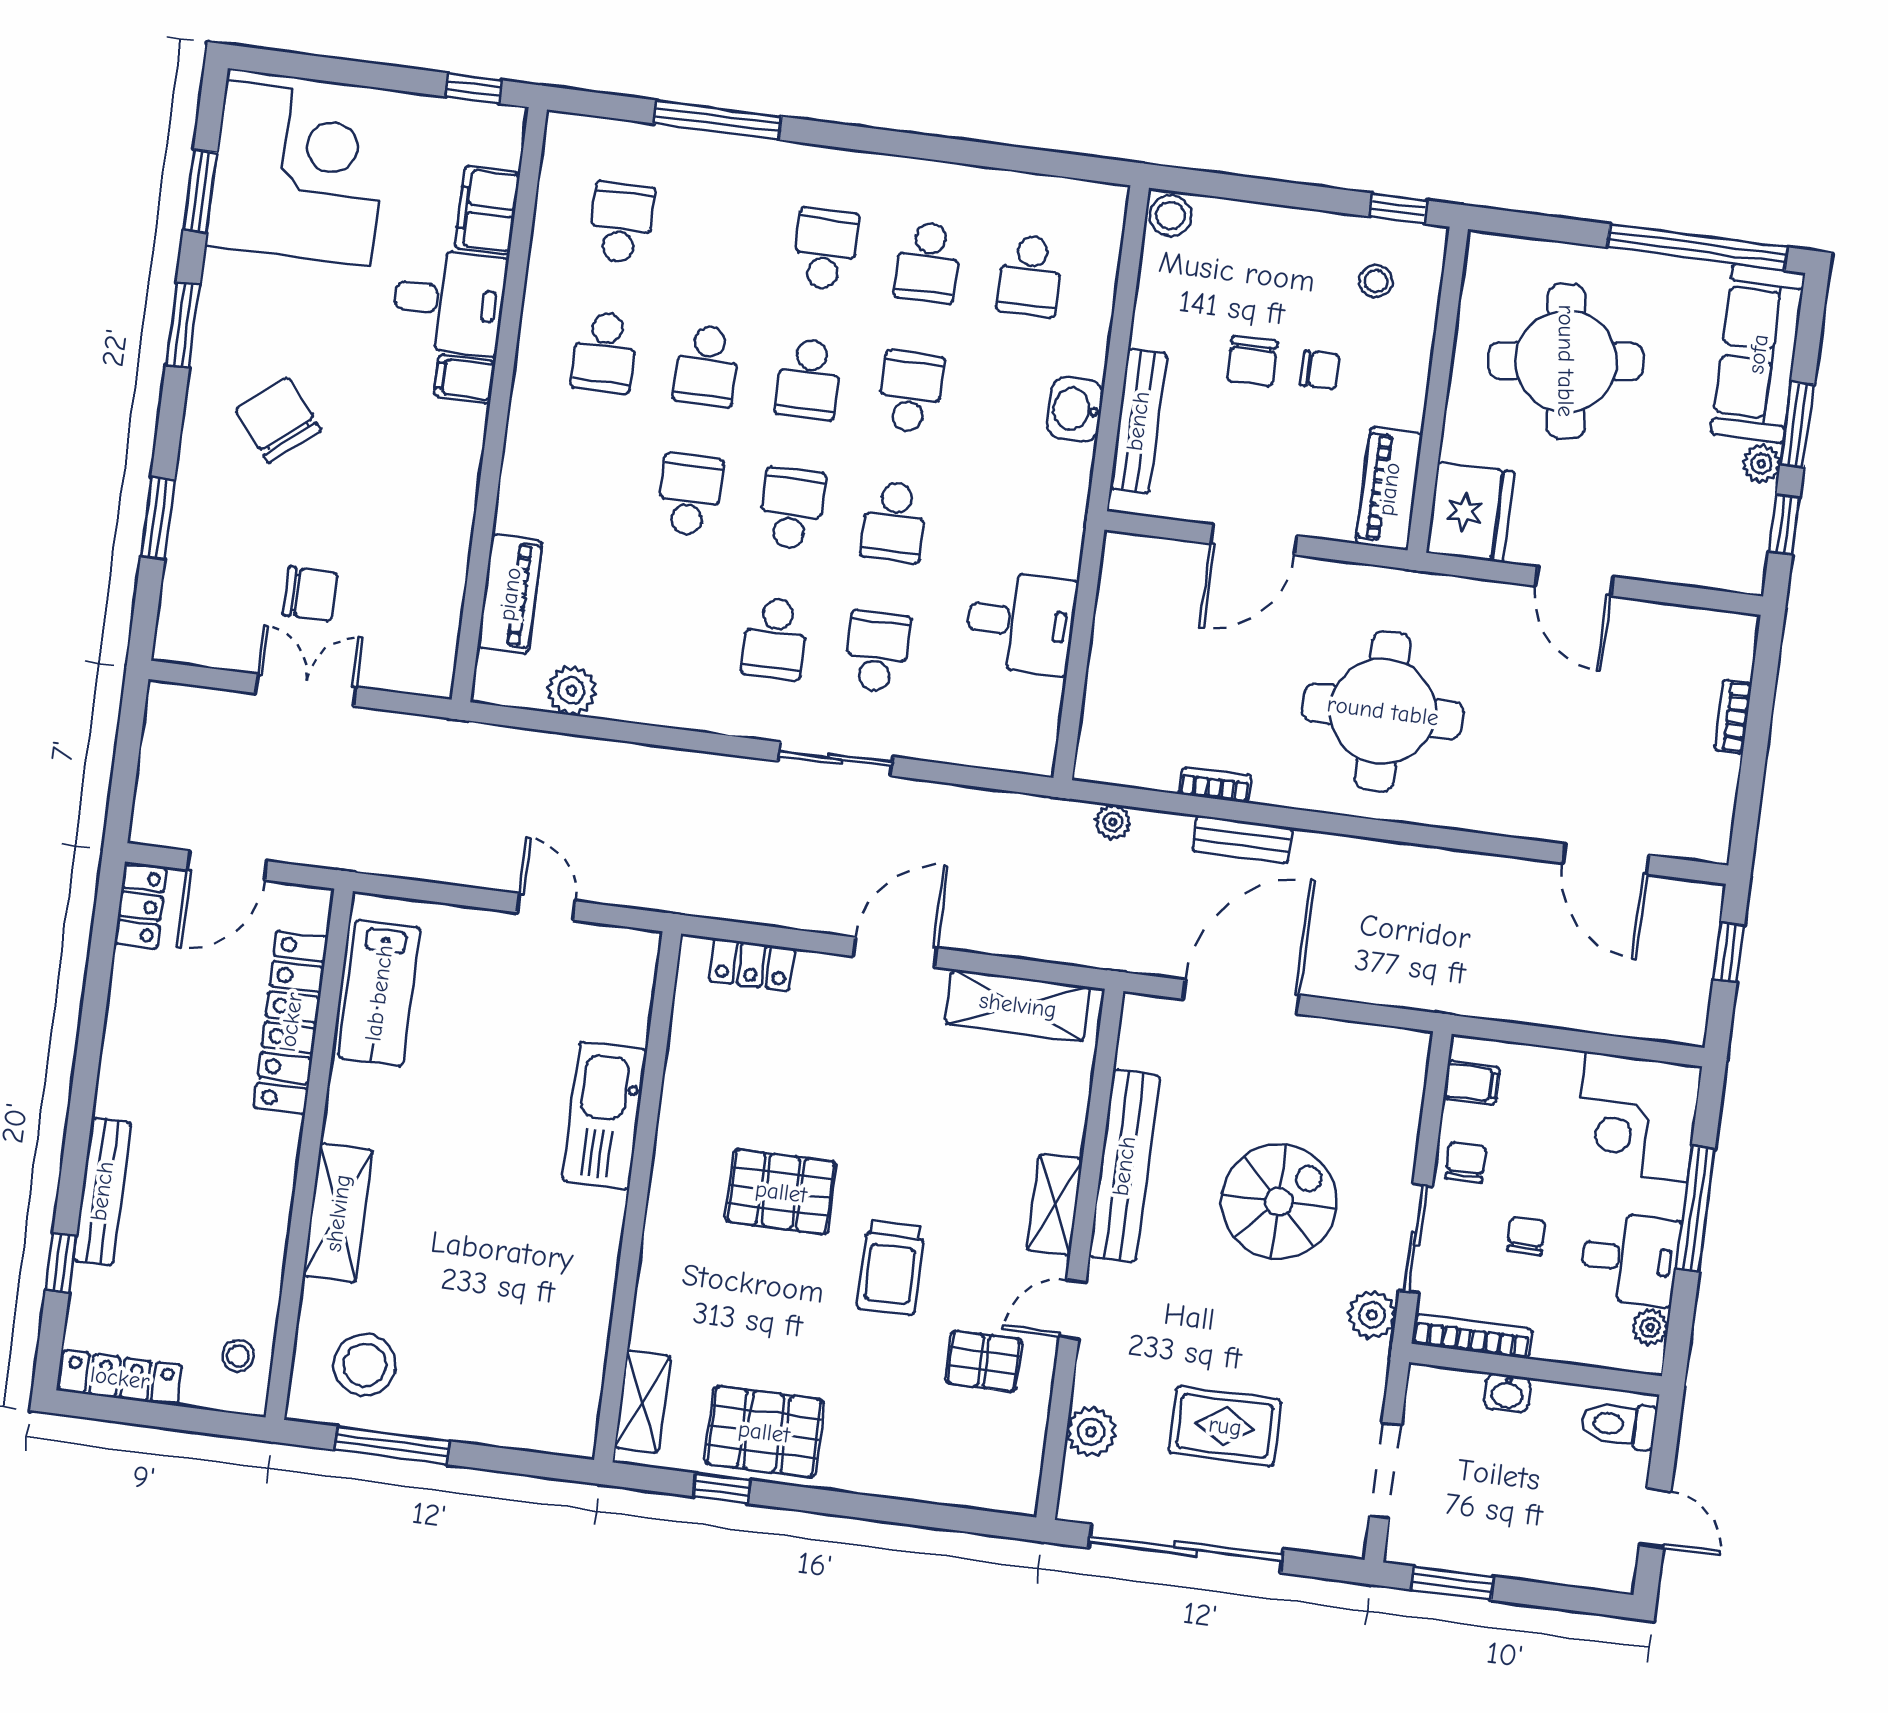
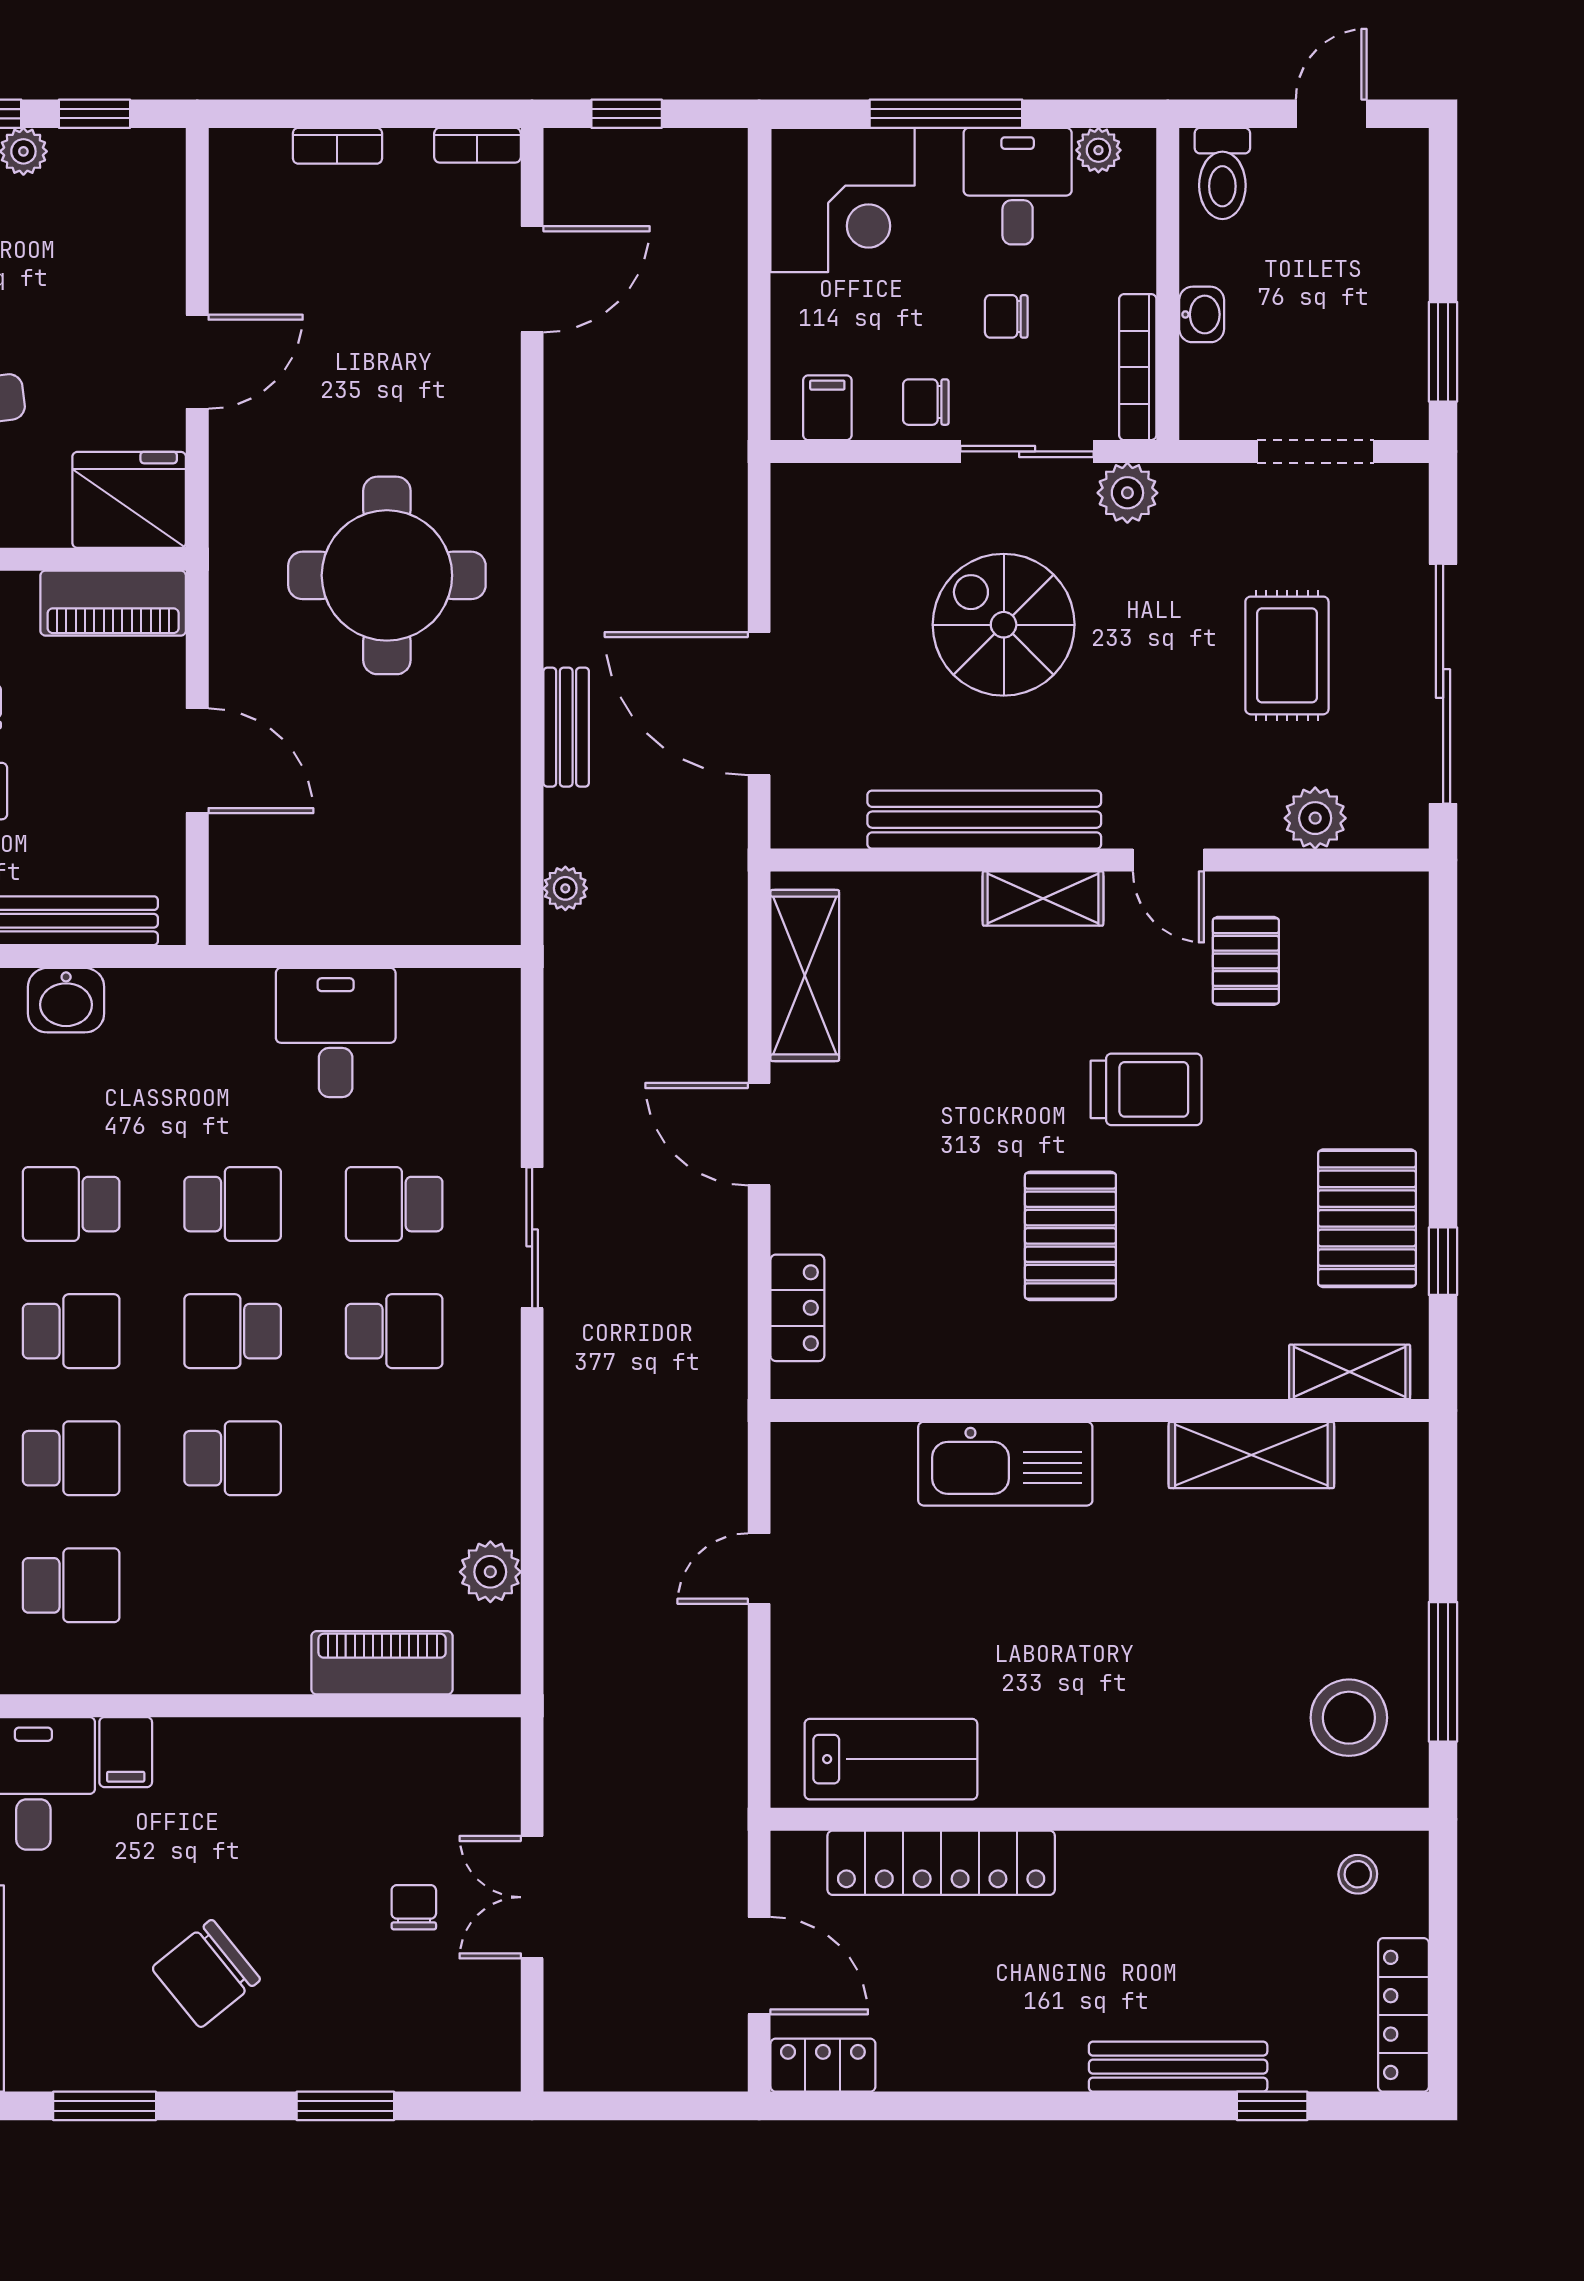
school desk: (690, 495) -> (233, 1458), turned 180
chair: (310, 594) -> (414, 1907), width x0.73, depth x0.73
bookcase: (1215, 785) -> (477, 145), moved, turned -90
shelving: (338, 1213) -> (1251, 1455), moved

